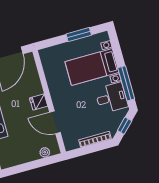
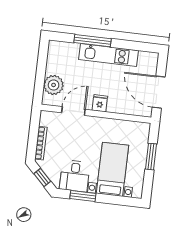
window: (79, 35) -> (151, 157), moved
window: (126, 83) -> (83, 196), width x0.69
plant: (45, 152) -> (54, 85), width x1.87, depth x1.87

